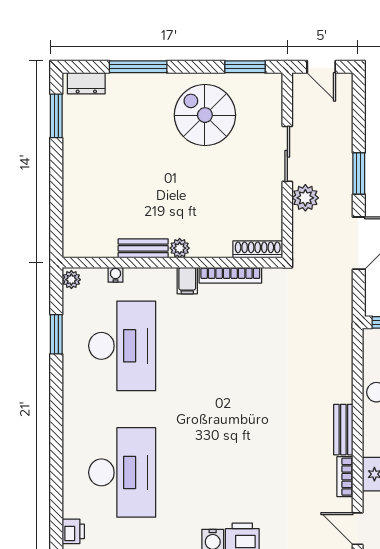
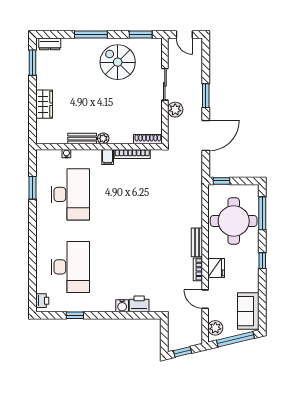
window: (138, 67) -> (91, 34), moved
wardrobe: (77, 188) -> (44, 104), added
plant: (71, 280) -> (41, 156), removed

